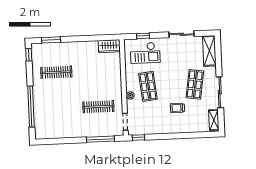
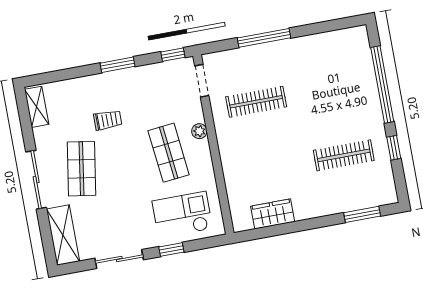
window: (143, 36) -> (171, 249), moved
wardrobe: (109, 46) -> (273, 214), moved
window: (29, 55) -> (394, 148), moved
sliding door: (220, 92) -> (36, 180), moved
window: (168, 136) -> (118, 65), added
window: (100, 139) -> (264, 38), moved

